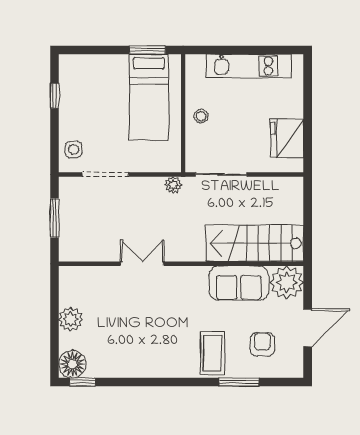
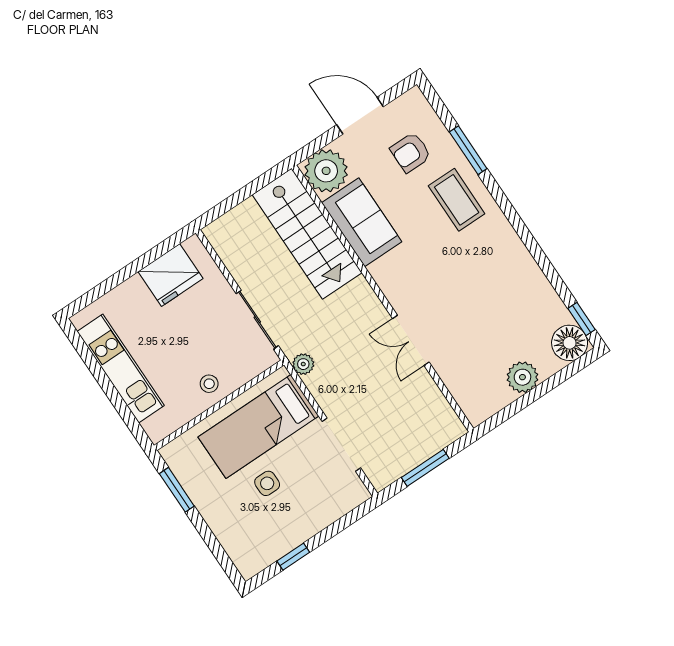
bed: (149, 97) -> (258, 427), moved, turned 180
side table: (74, 150) -> (267, 483), moved
coffee table: (212, 353) -> (457, 200), turned 90

